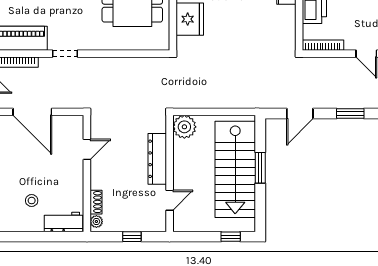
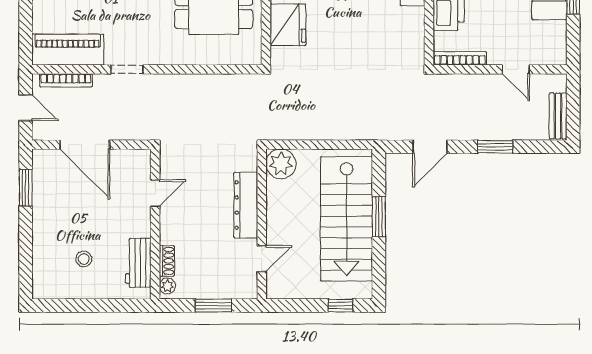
workbench: (63, 222) -> (138, 263), moved, turned -90
window: (132, 237) -> (213, 306), width x1.50

